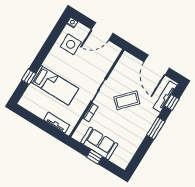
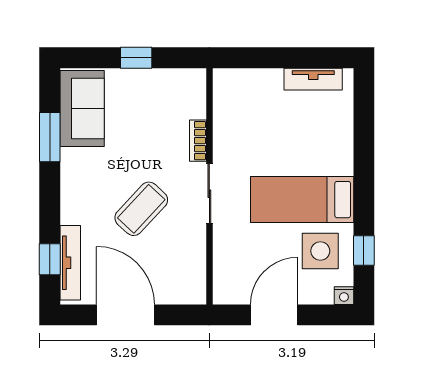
window: (29, 77) -> (364, 250), moved
bed: (55, 85) -> (302, 200), moved
tv unit: (57, 123) -> (313, 79), moved
window: (156, 128) -> (50, 137), moved
sofa: (99, 143) -> (82, 108), moved, turned -90

